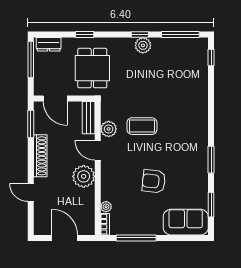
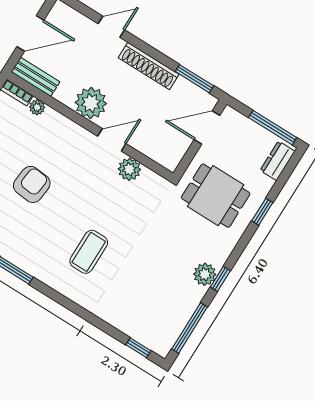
bench: (89, 118) -> (36, 77), moved
coffee table: (142, 126) -> (89, 252), moved

